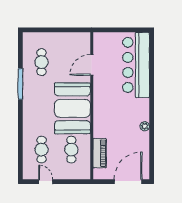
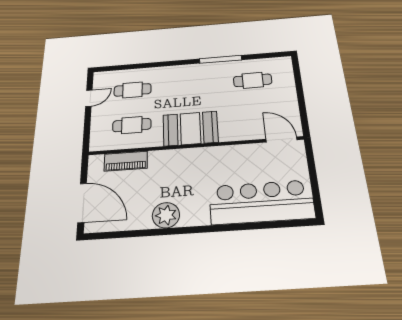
door: (92, 65) -> (281, 139), moved
booth: (72, 108) -> (190, 128), width x0.73, depth x0.70
plant: (145, 126) -> (166, 215), width x1.87, depth x1.87

